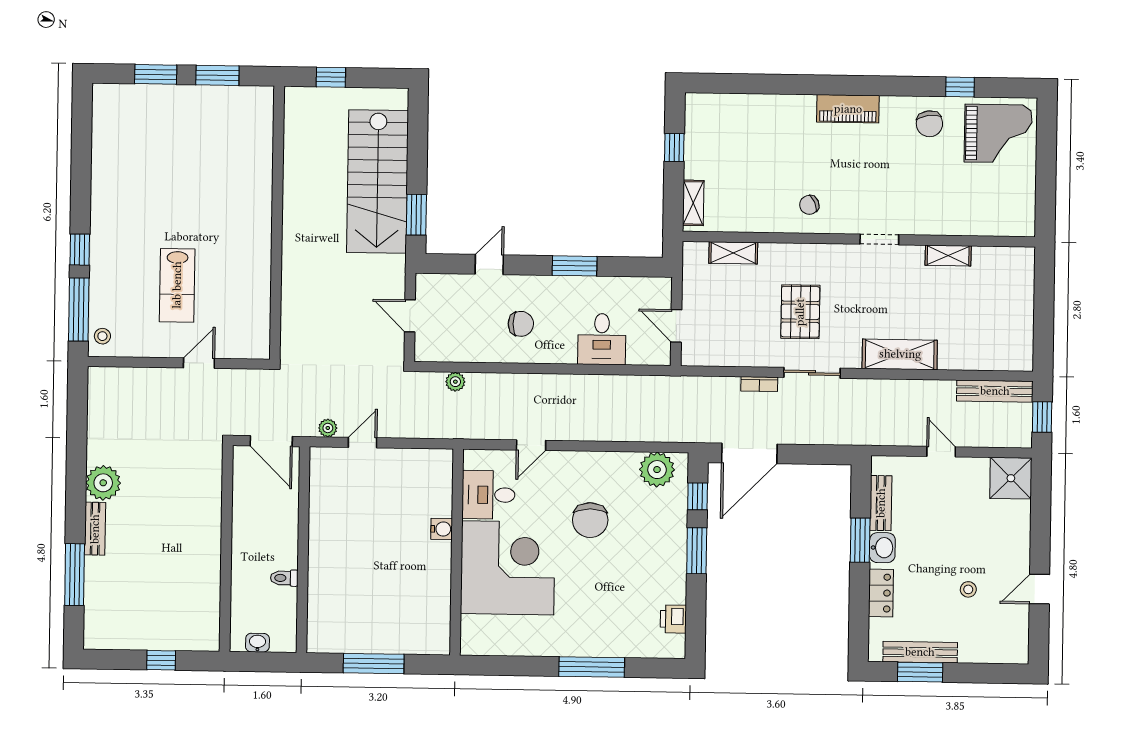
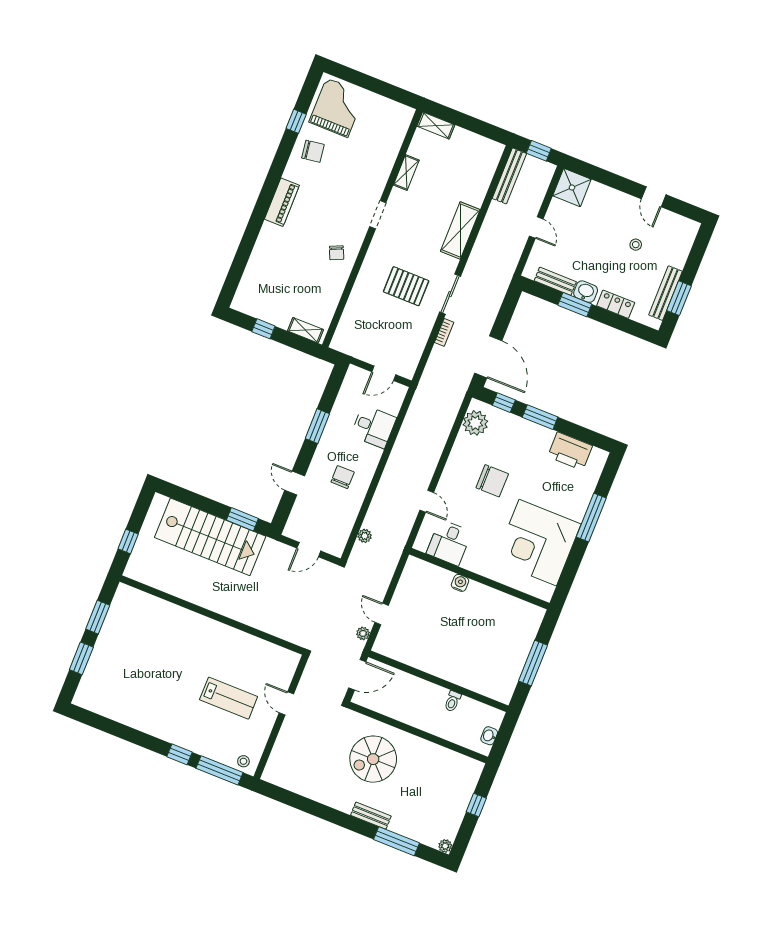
shelving: (733, 253) -> (436, 125), moved, turned 90
door: (941, 452) -> (536, 228), swing flipped
plant: (103, 483) -> (445, 846), moved, width x0.53, depth x0.53
spiral stairs: (170, 504) -> (373, 759), added
corner desk: (508, 568) -> (538, 543), moved, turned -90
printer: (673, 619) -> (570, 451), width x1.87, depth x1.48

